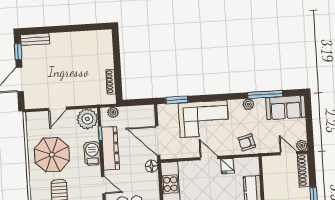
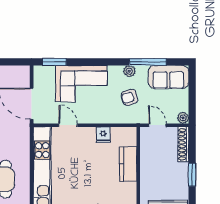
armchair: (247, 142) -> (130, 97), moved
door: (288, 153) -> (157, 125), moved
door: (209, 158) -> (68, 125), moved
floor lamp: (152, 166) -> (24, 130), removed

